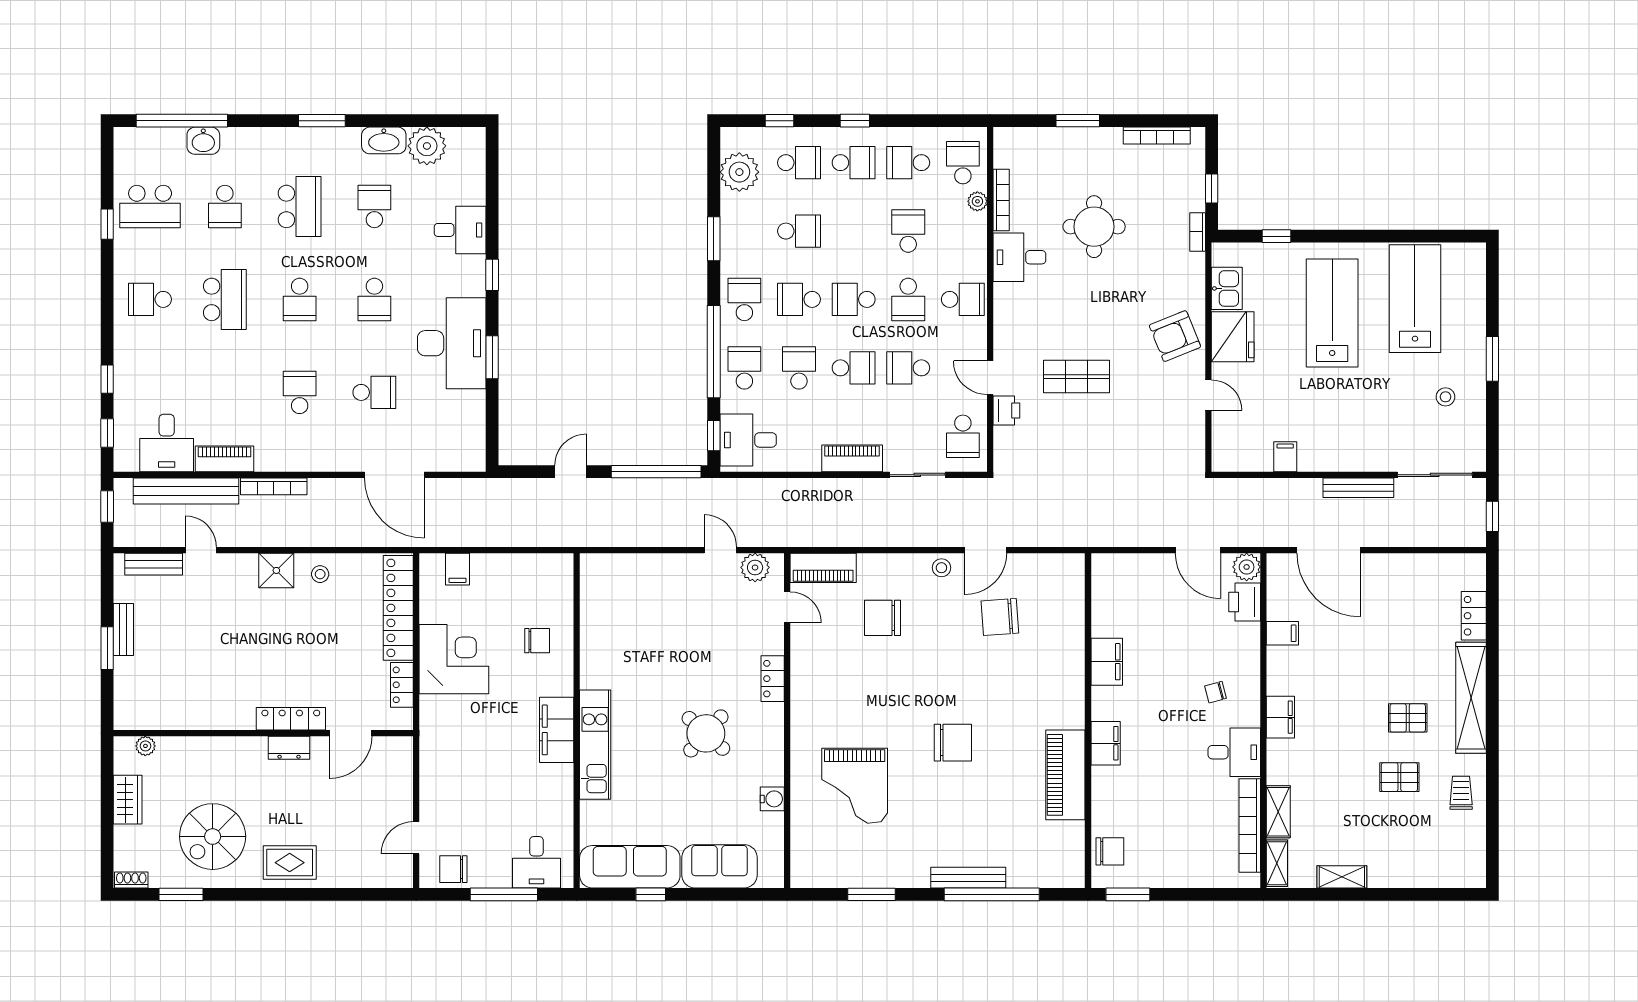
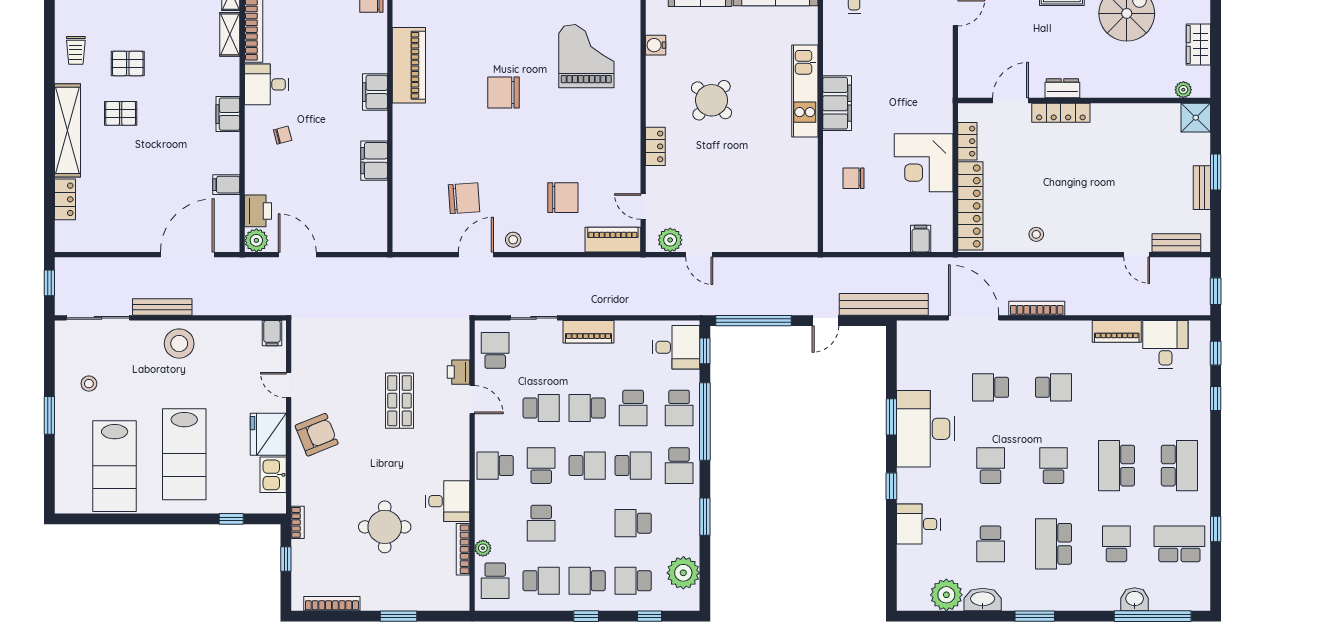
school desk: (150, 299) -> (1179, 466), width x1.85
shop shelf: (1077, 377) -> (399, 401), turned 90
school desk: (300, 392) -> (1053, 387), turned -90
stool: (1338, 444) -> (179, 344), added
filing cabinet: (1285, 457) -> (272, 333), moved
bookcase: (274, 486) -> (1037, 308), moved
bench: (186, 491) -> (884, 304), moved
door: (1329, 550) -> (187, 255), hinge flipped
shower: (276, 570) -> (1196, 118), moved

